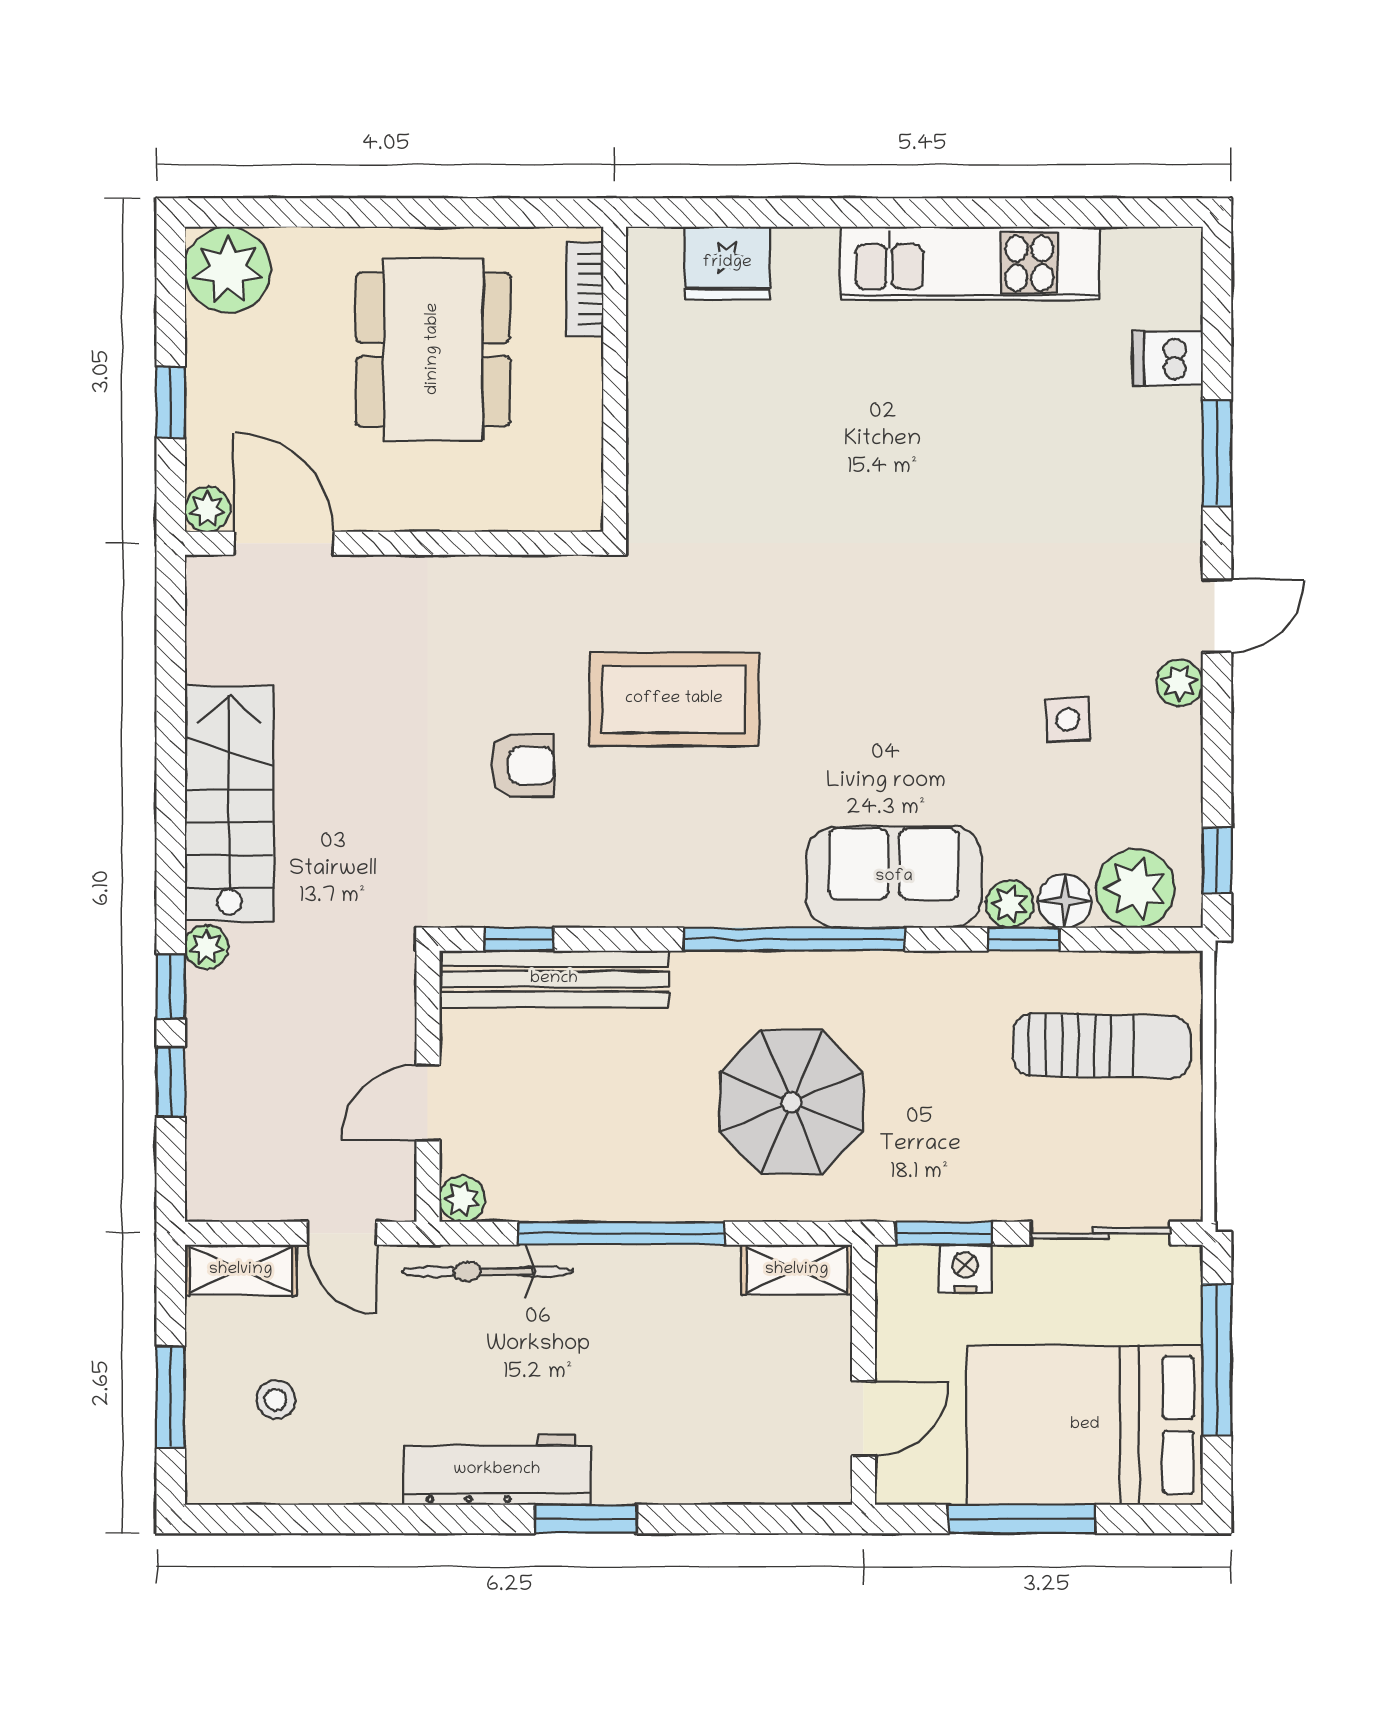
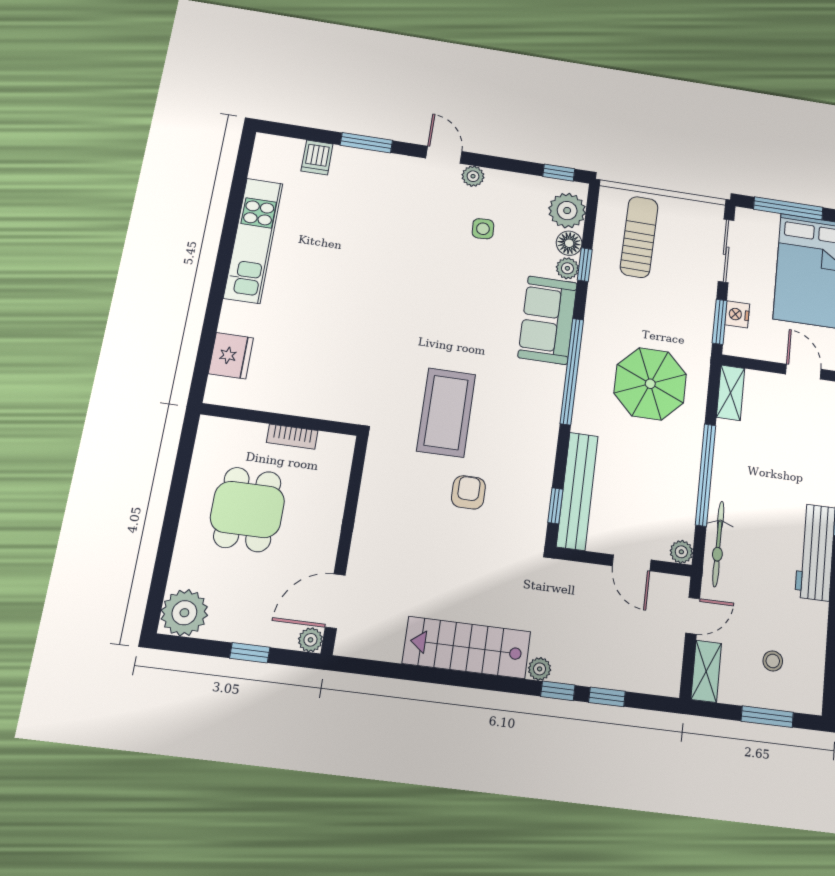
bookcase: (584, 289) -> (292, 437), moved
dining table: (433, 349) -> (247, 509), width x0.73

